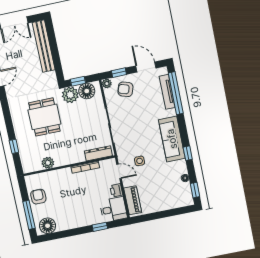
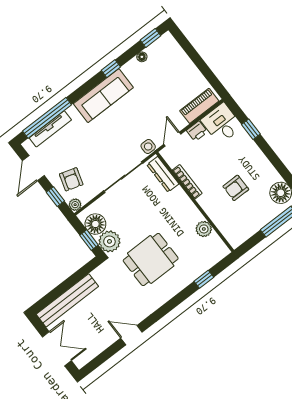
side table: (140, 161) -> (148, 146), moved
armchair: (38, 197) -> (236, 188), moved

